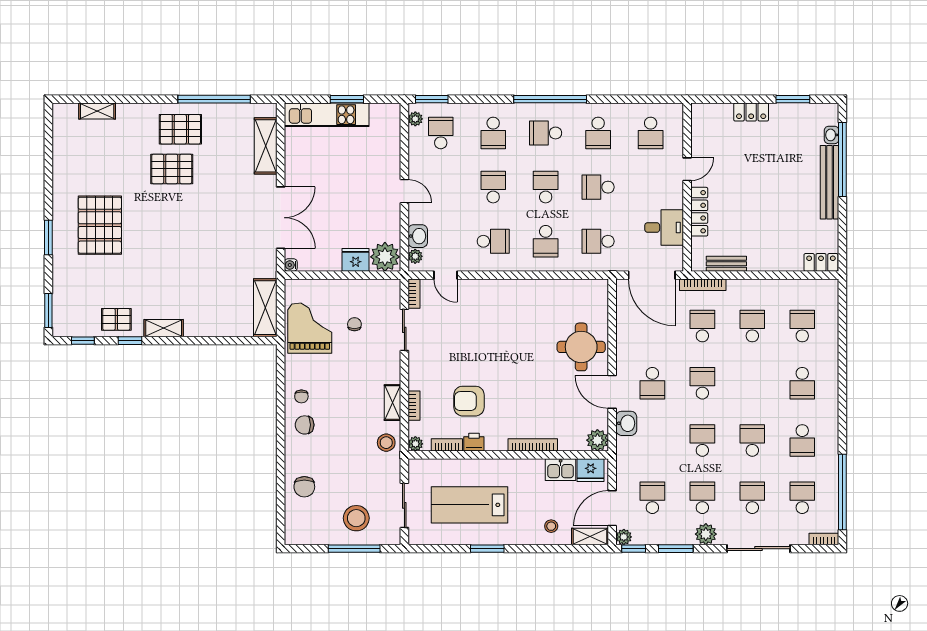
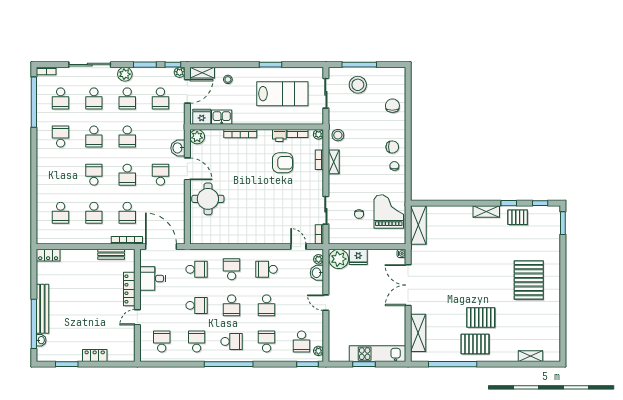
window: (48, 237) -> (563, 272), removed
grand piano: (310, 328) -> (389, 211), turned 180
school desk: (802, 383) -> (94, 175), moved

